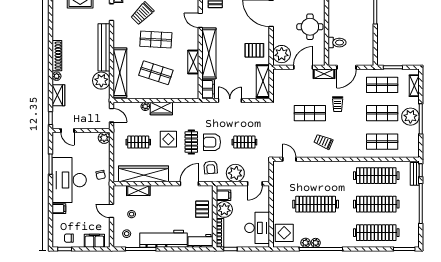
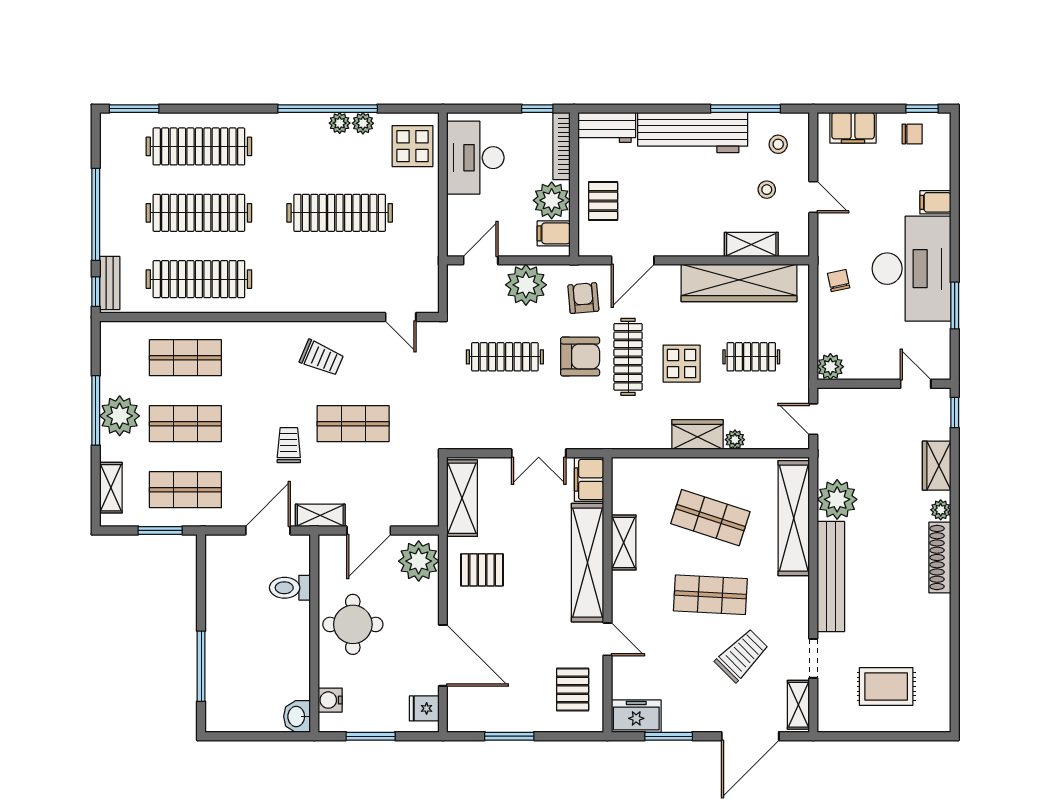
clothes rail: (191, 142) -> (628, 357), width x1.36
clothes rail: (244, 142) -> (505, 357), width x1.36

